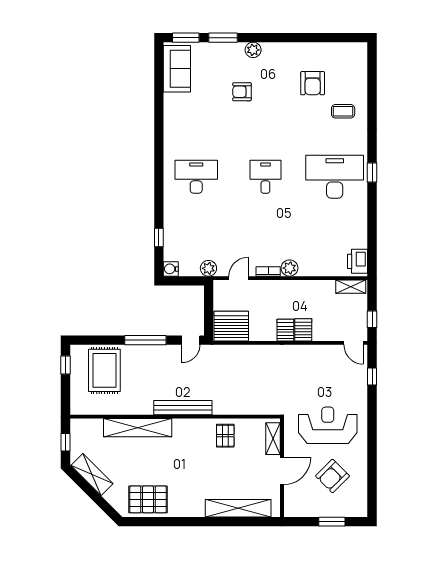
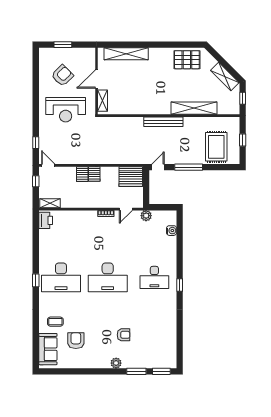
sofa: (177, 69) -> (48, 349), moved, turned 180
desk: (265, 177) -> (108, 277), width x1.87, depth x1.30
window: (159, 237) -> (180, 285), moved
plant: (290, 268) -> (91, 216), removed
water cooler: (171, 269) -> (172, 231), moved
window: (66, 365) -> (243, 140), moved
pallet: (225, 436) -> (135, 103), removed

